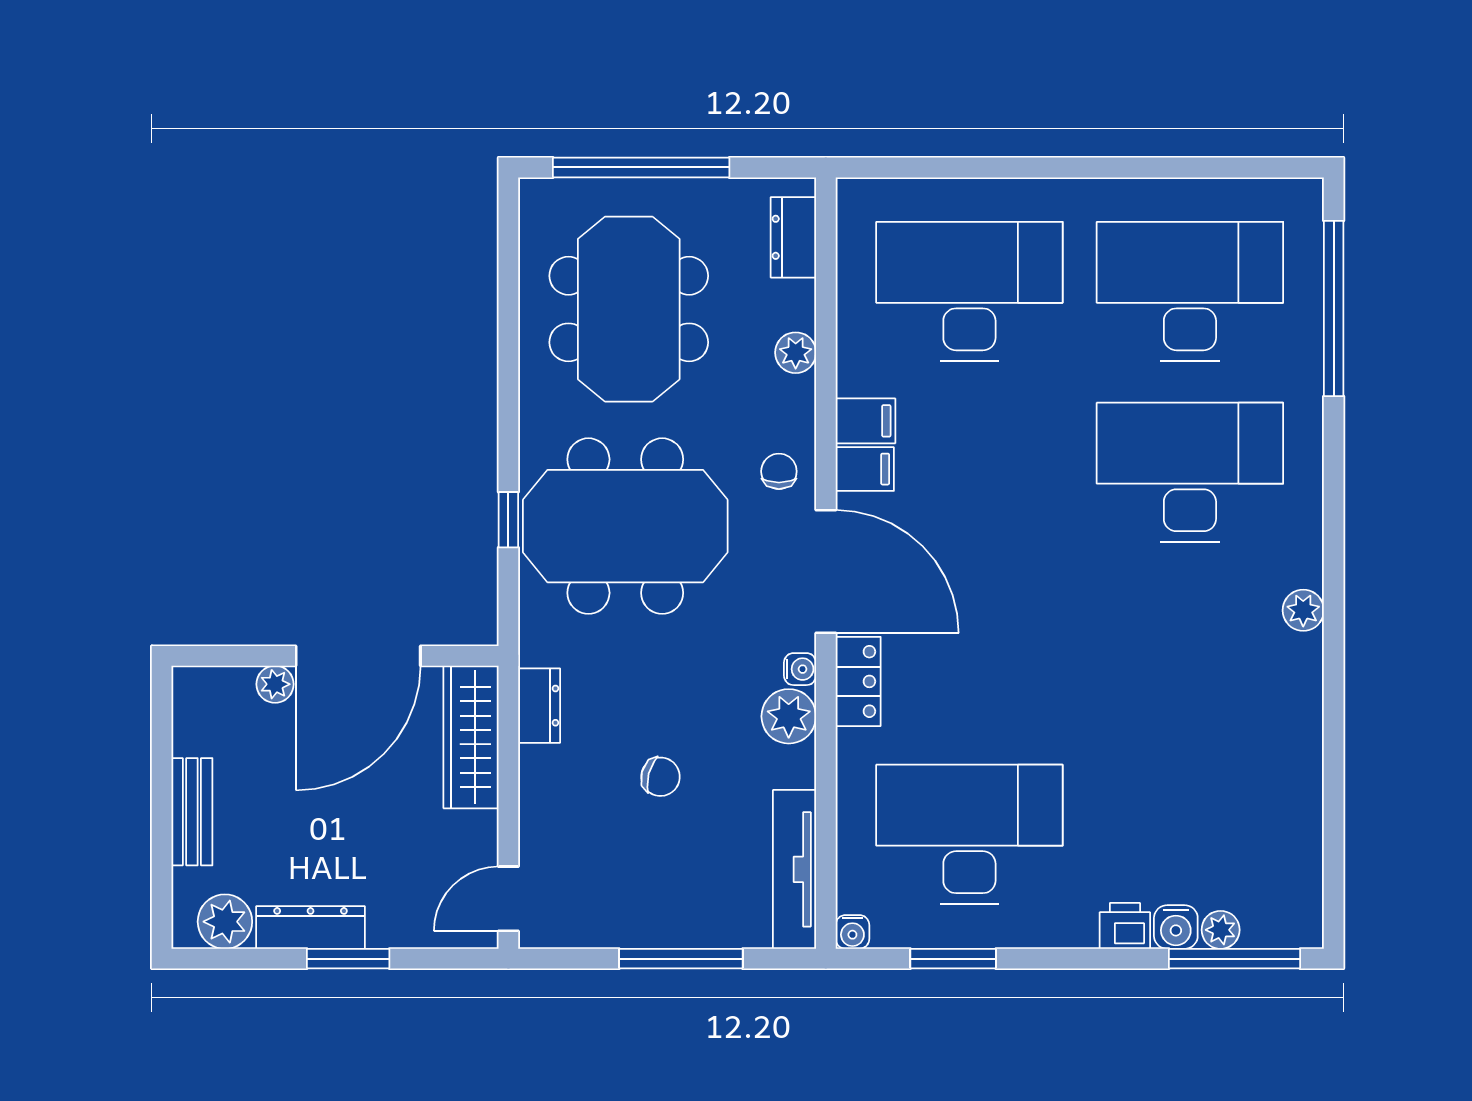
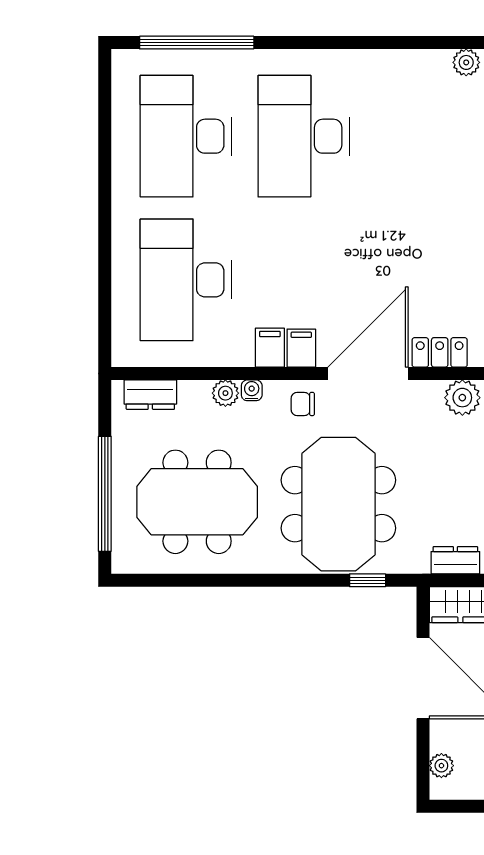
window: (508, 520) -> (368, 580), moved
plant: (1303, 610) -> (466, 62), moved
water cooler: (800, 669) -> (252, 390), moved
plant: (275, 684) -> (441, 766), moved

